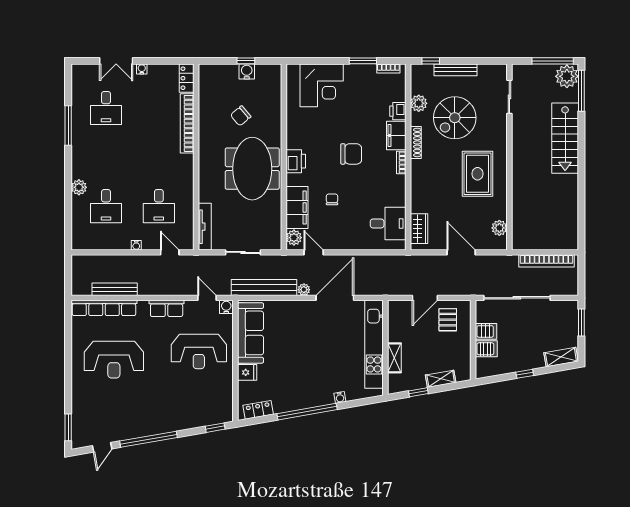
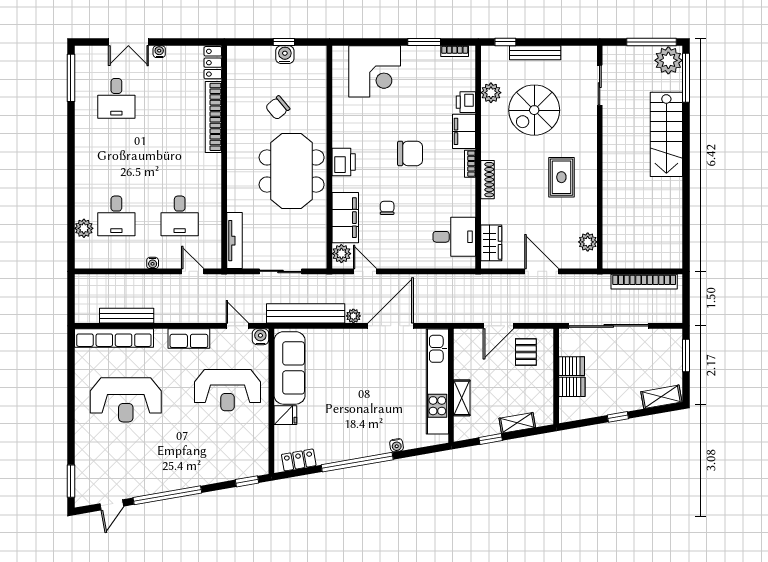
window: (68, 125) -> (71, 78), moved
shoe rack: (416, 142) -> (487, 180), moved
rug: (477, 174) -> (561, 177), width x0.73, depth x0.70
plant: (79, 187) -> (84, 228), moved

